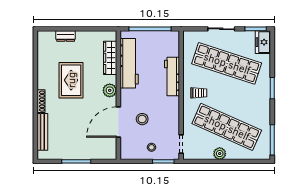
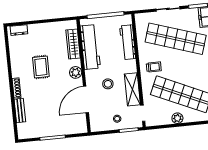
dresser: (66, 36) -> (19, 30), moved
workbench: (172, 76) -> (128, 42), moved
rug: (71, 80) -> (41, 67), width x0.73, depth x0.70
shelving: (172, 116) -> (132, 89), added
stool: (142, 119) -> (108, 84), moved
bench: (42, 132) -> (20, 110), width x0.73

